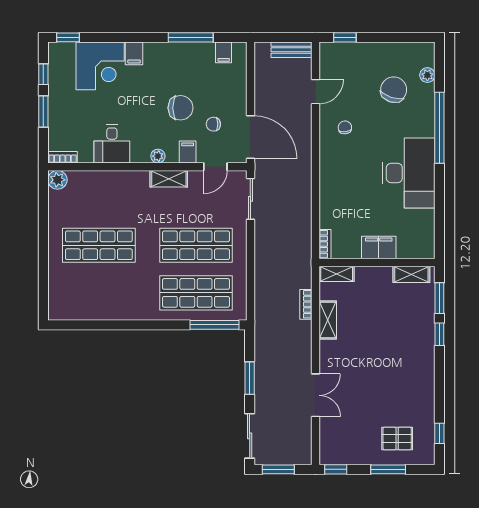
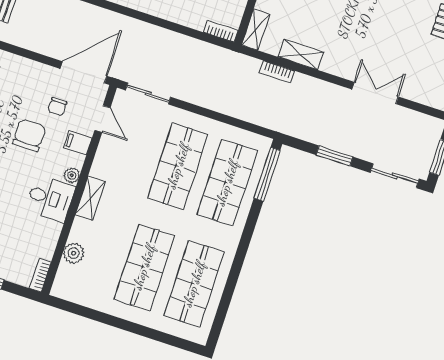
desk: (112, 144) -> (50, 198), moved
shelving: (169, 179) -> (90, 198), moved
plant: (58, 180) -> (74, 253), moved
shop shelf: (99, 293) -> (194, 284), added

